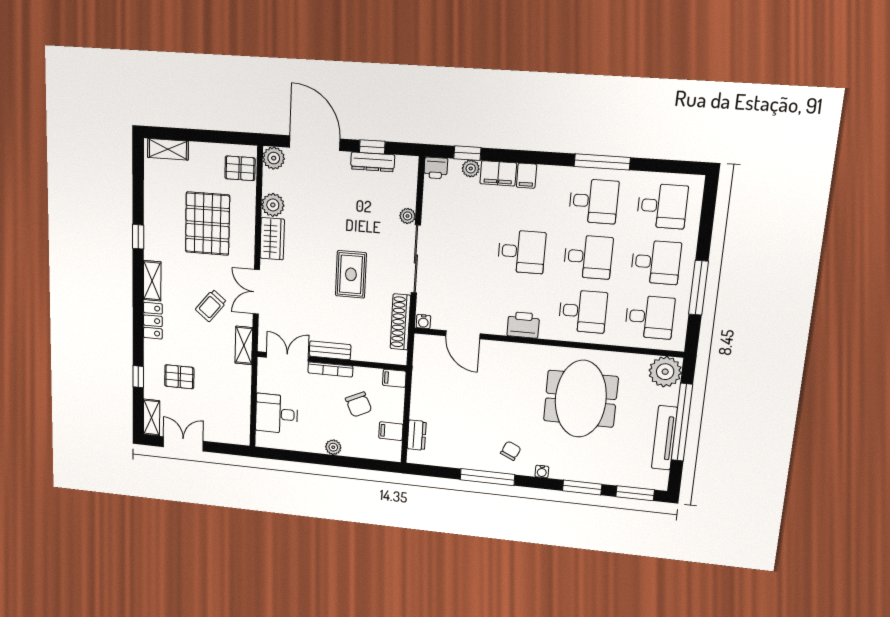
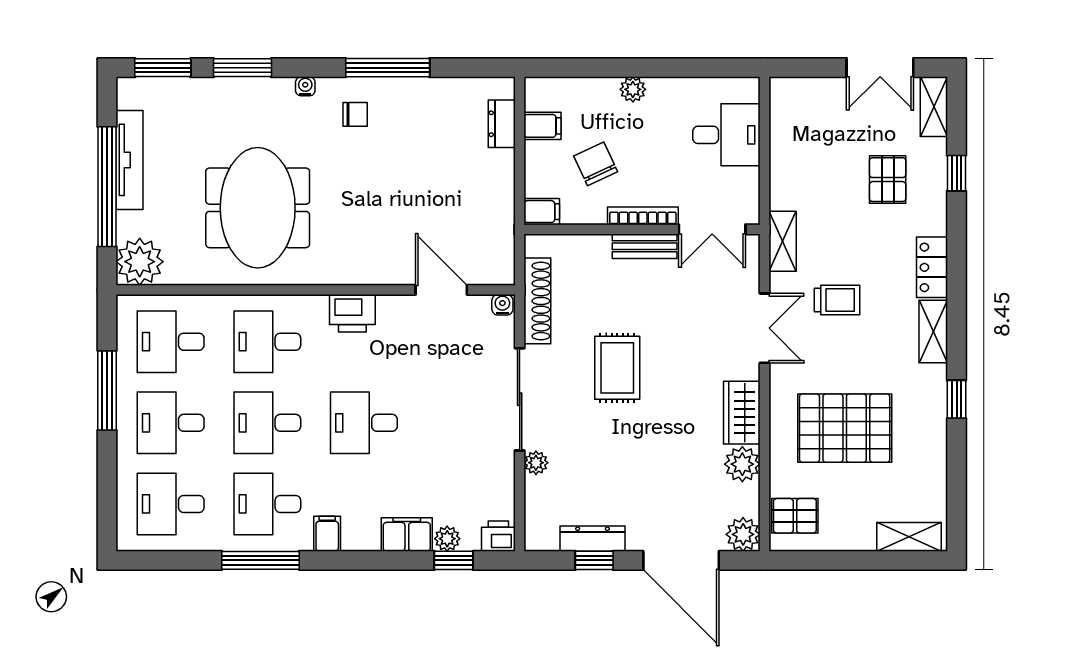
filing cabinet: (527, 176) -> (327, 534), moved
pallet: (207, 224) -> (845, 428), turned 90
trolley: (211, 306) -> (837, 300), turned 51
pallet: (179, 377) -> (888, 180), turned 90
chair: (511, 451) -> (355, 114), turned -115

